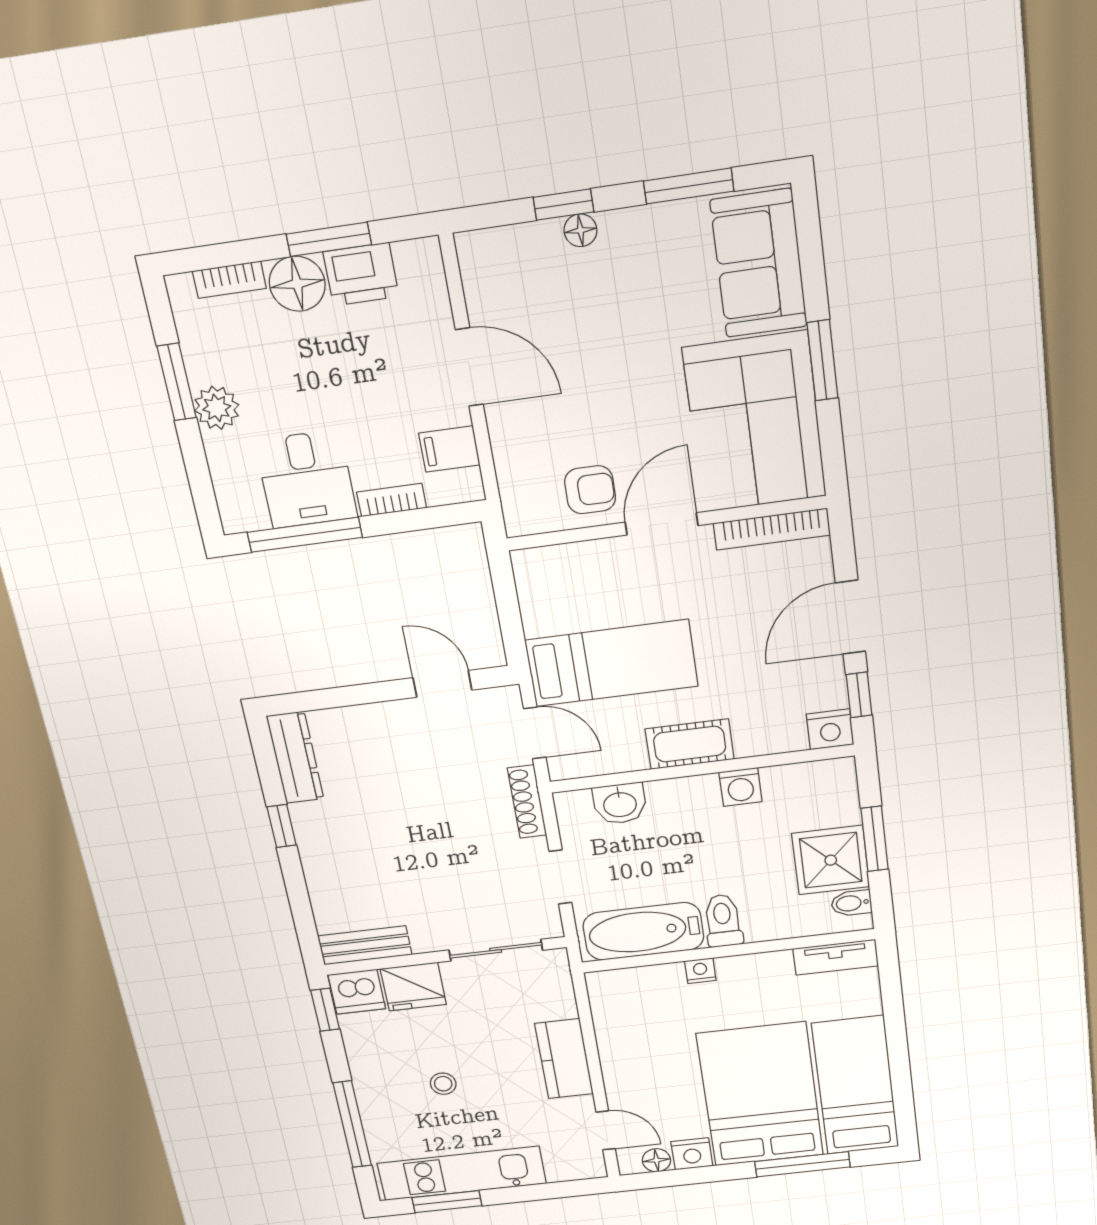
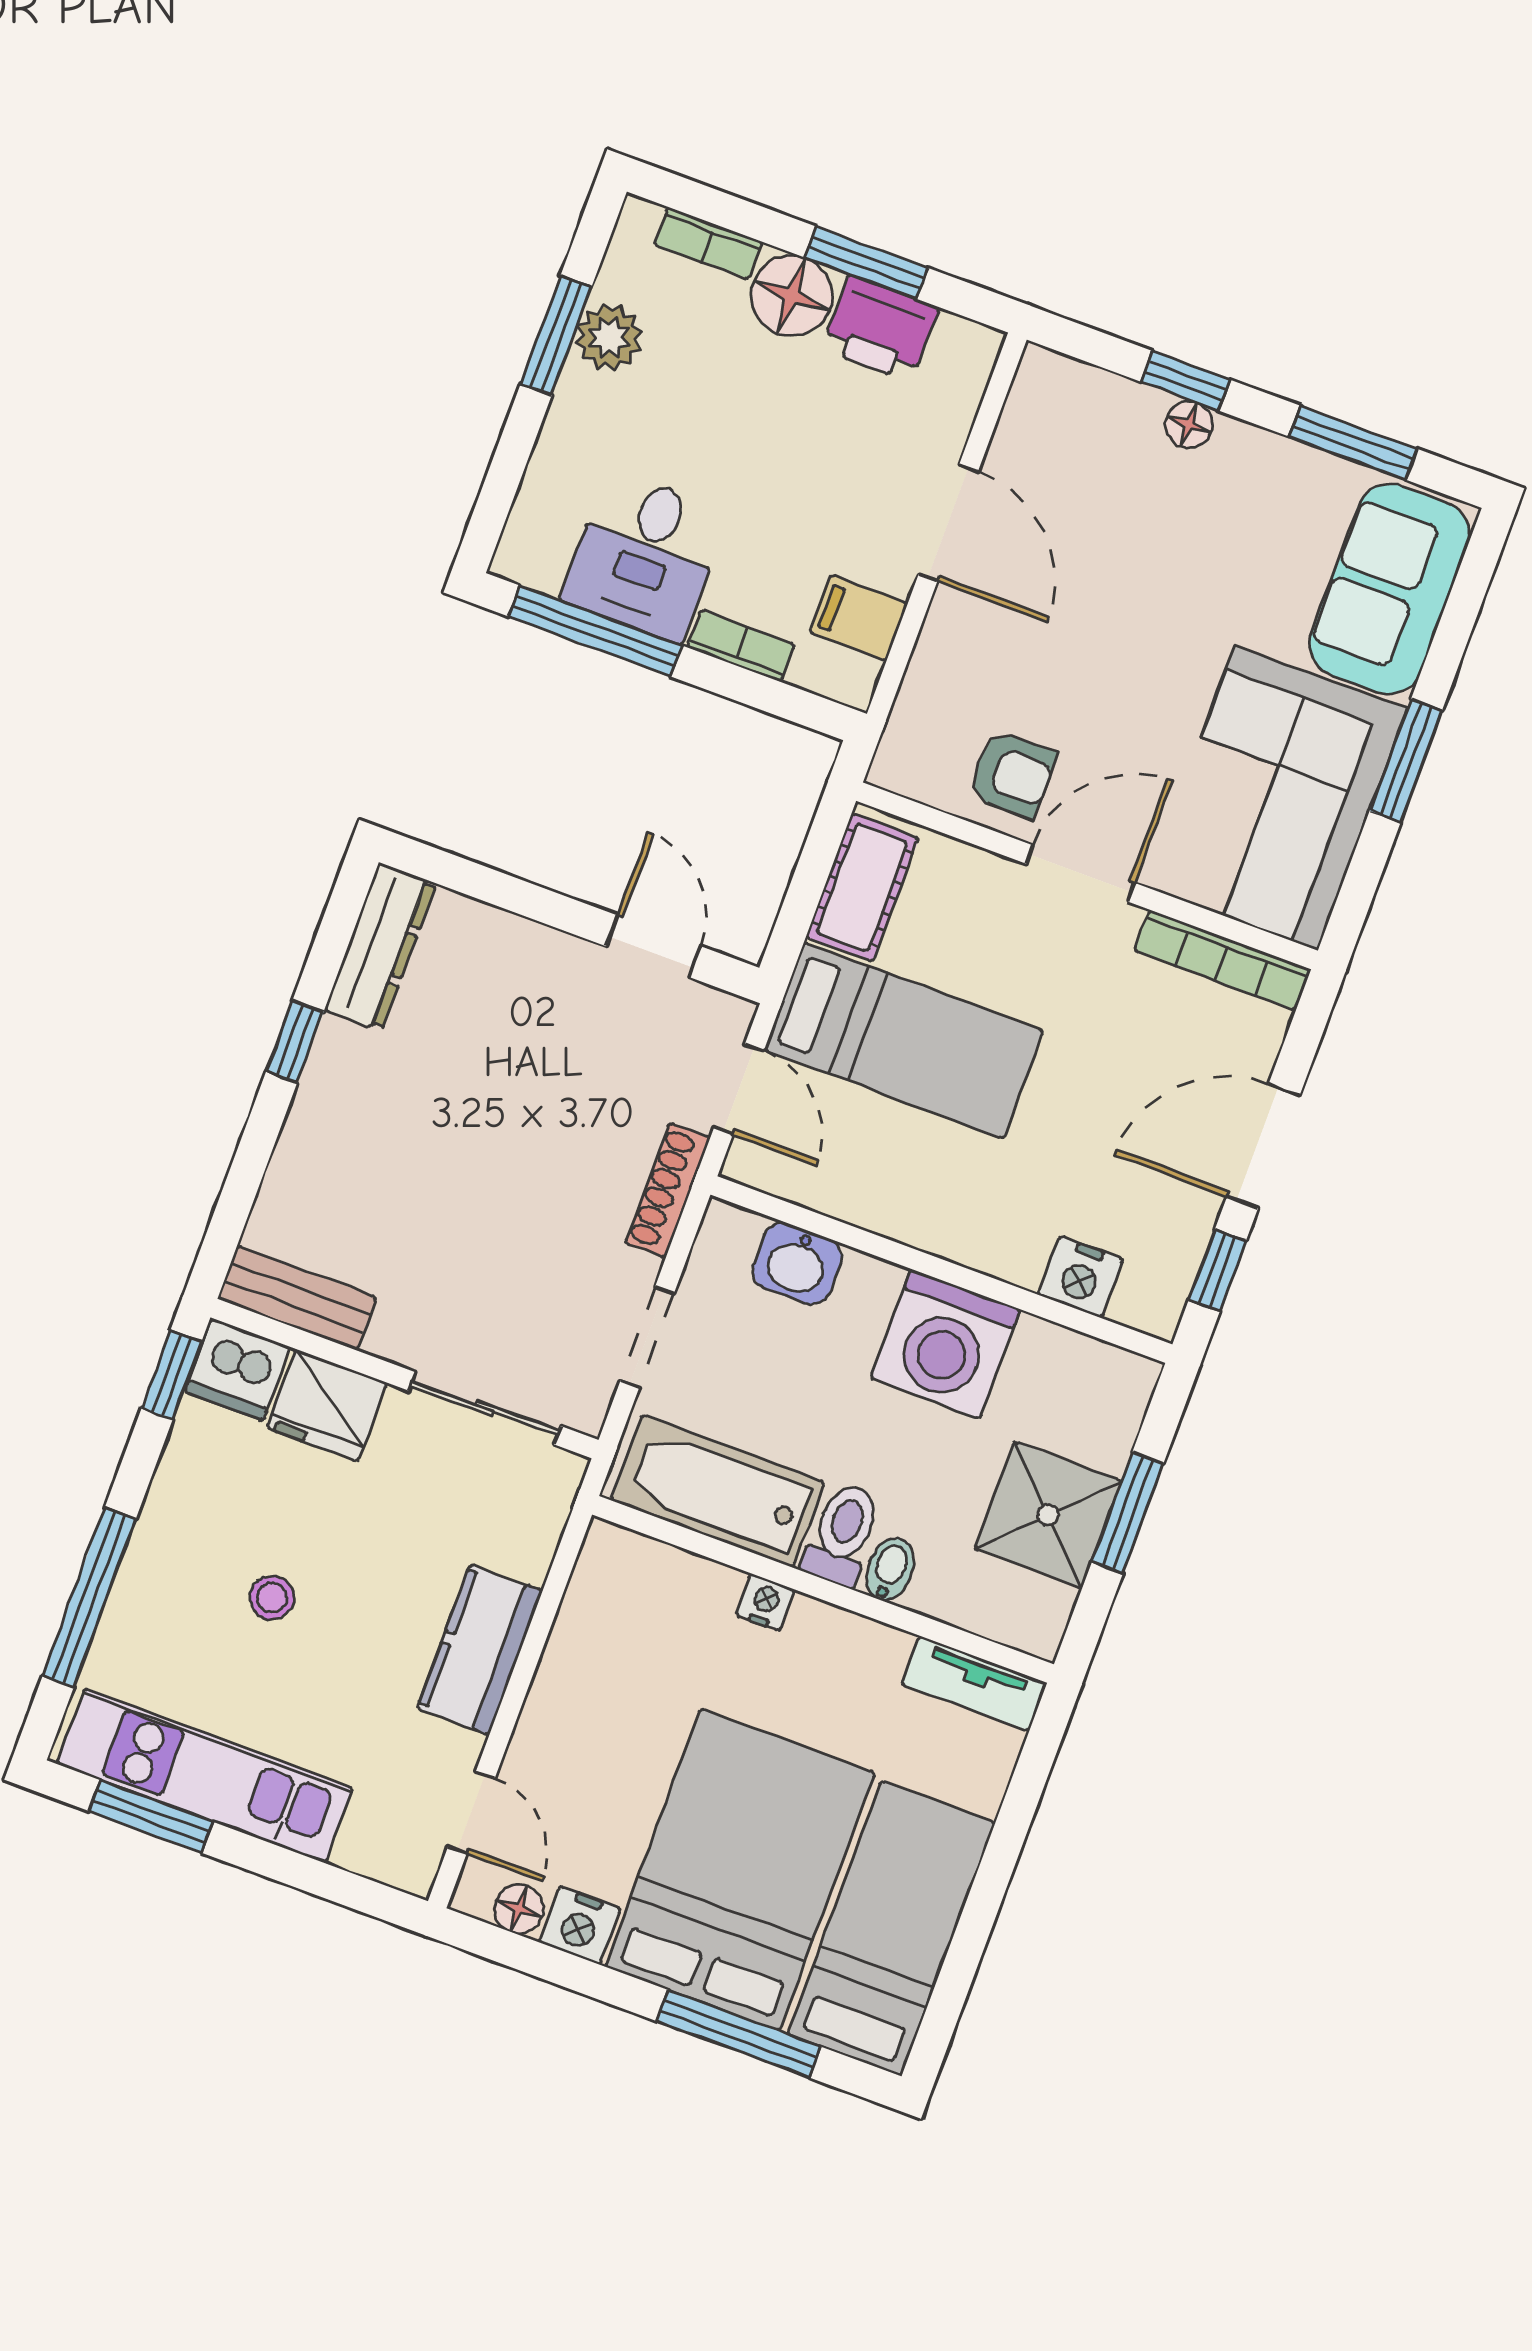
plant: (217, 408) -> (609, 337), moved
nightstand: (830, 729) -> (1081, 1277), moved
cot: (690, 744) -> (862, 887), moved, turned 90
washing machine: (740, 787) -> (946, 1344), width x1.89, depth x1.89
bidet: (851, 903) -> (890, 1569), moved, turned 90

